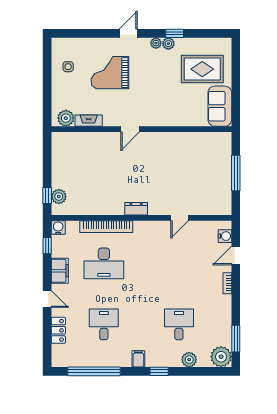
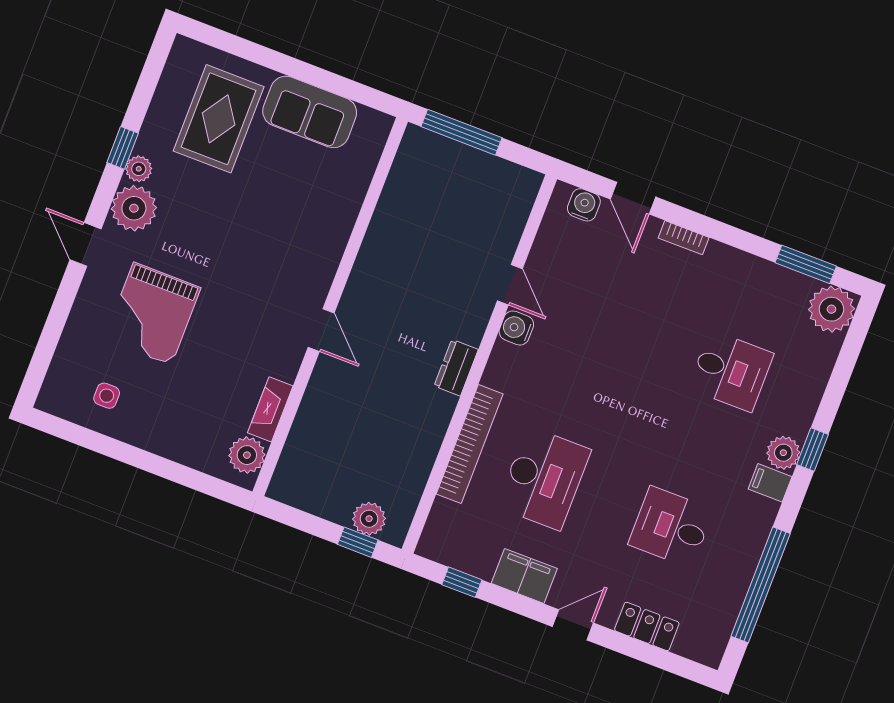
plant: (156, 43) -> (134, 208), width x1.87, depth x1.87
plant: (66, 118) -> (247, 455), moved
fireplace: (89, 121) -> (270, 409), moved
door: (130, 129) -> (321, 330), moved
wall: (141, 129) -> (330, 307), moved
water cooler: (58, 228) -> (516, 328), moved
desk: (179, 324) -> (731, 371), turned 180
plant: (189, 360) -> (783, 453), moved

